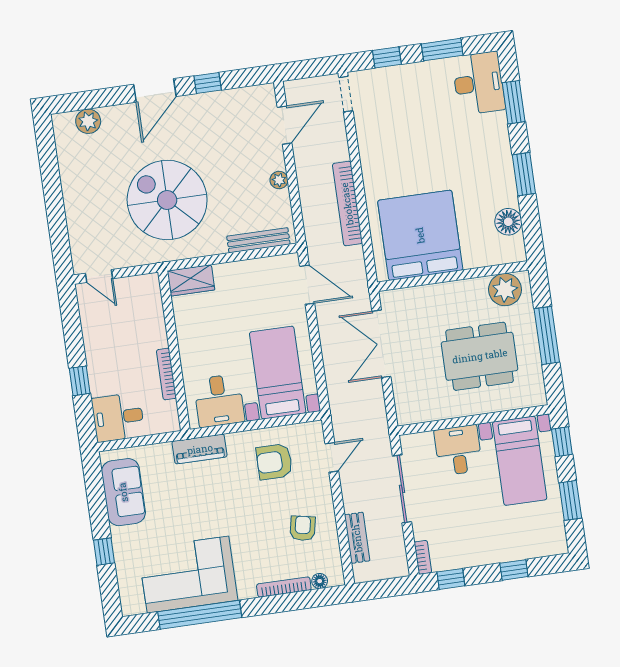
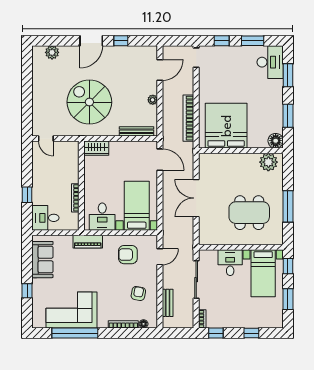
bed: (420, 235) -> (226, 126), moved
wall: (453, 276) -> (241, 151), moved
plant: (505, 290) -> (268, 162), moved

